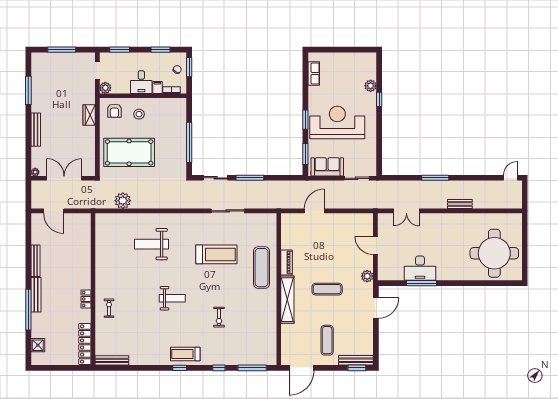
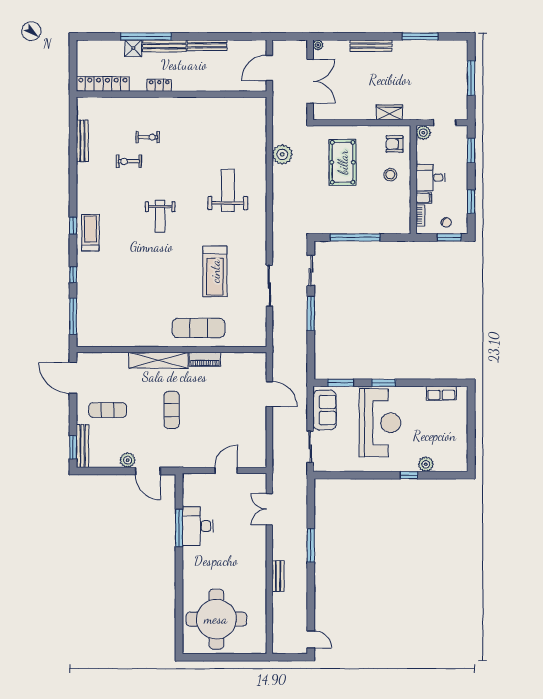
pool table: (129, 152) -> (343, 162), width x0.73, depth x0.76
plant: (367, 276) -> (128, 460), moved
wall: (93, 289) -> (172, 94), moved
locker: (86, 299) -> (159, 85), moved
exercise bike: (219, 317) -> (129, 161), moved
locker: (85, 344) -> (103, 84), moved
shower: (38, 345) -> (133, 48), moved

